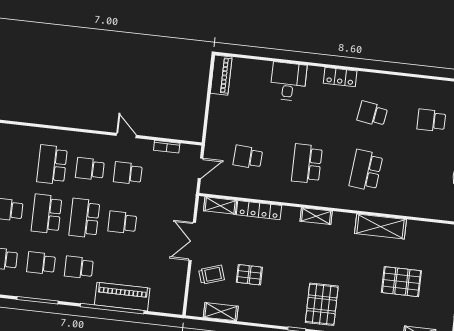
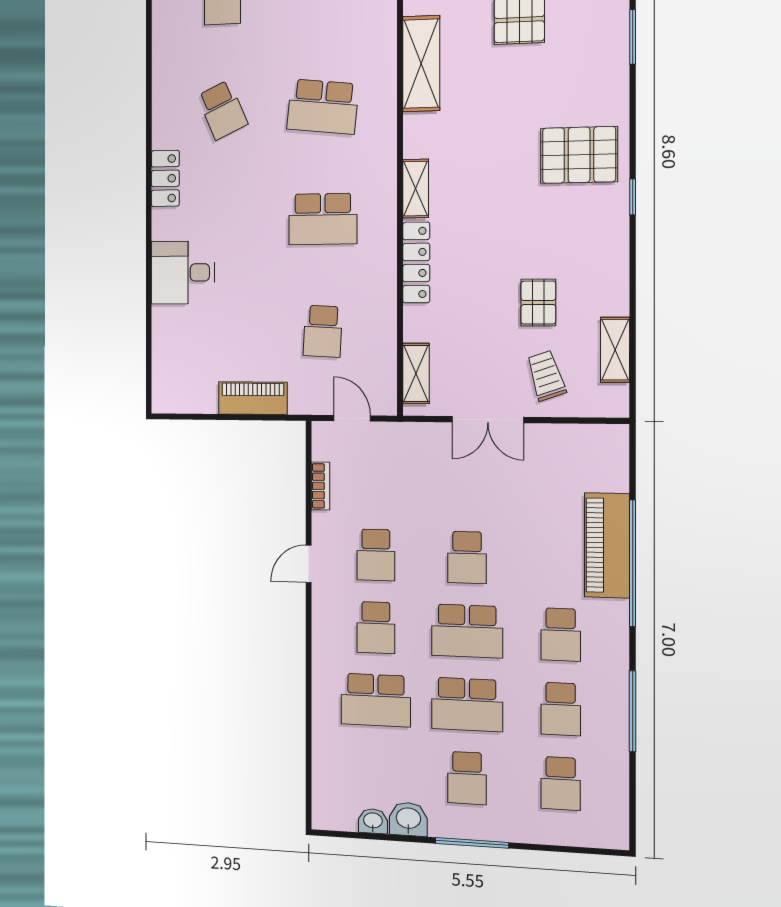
piano: (221, 75) -> (253, 398), moved
school desk: (372, 114) -> (222, 110), turned -33
locker: (259, 210) -> (416, 262), moved

